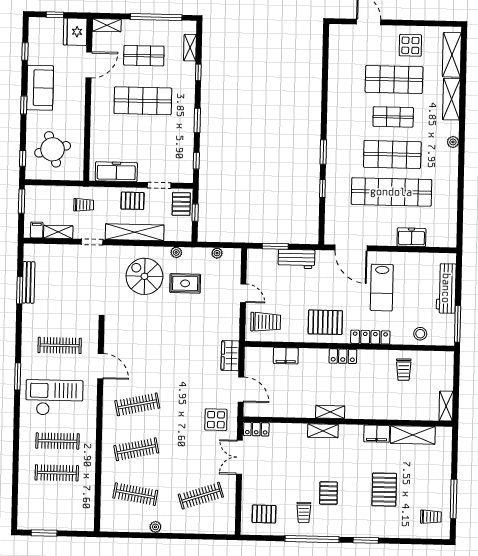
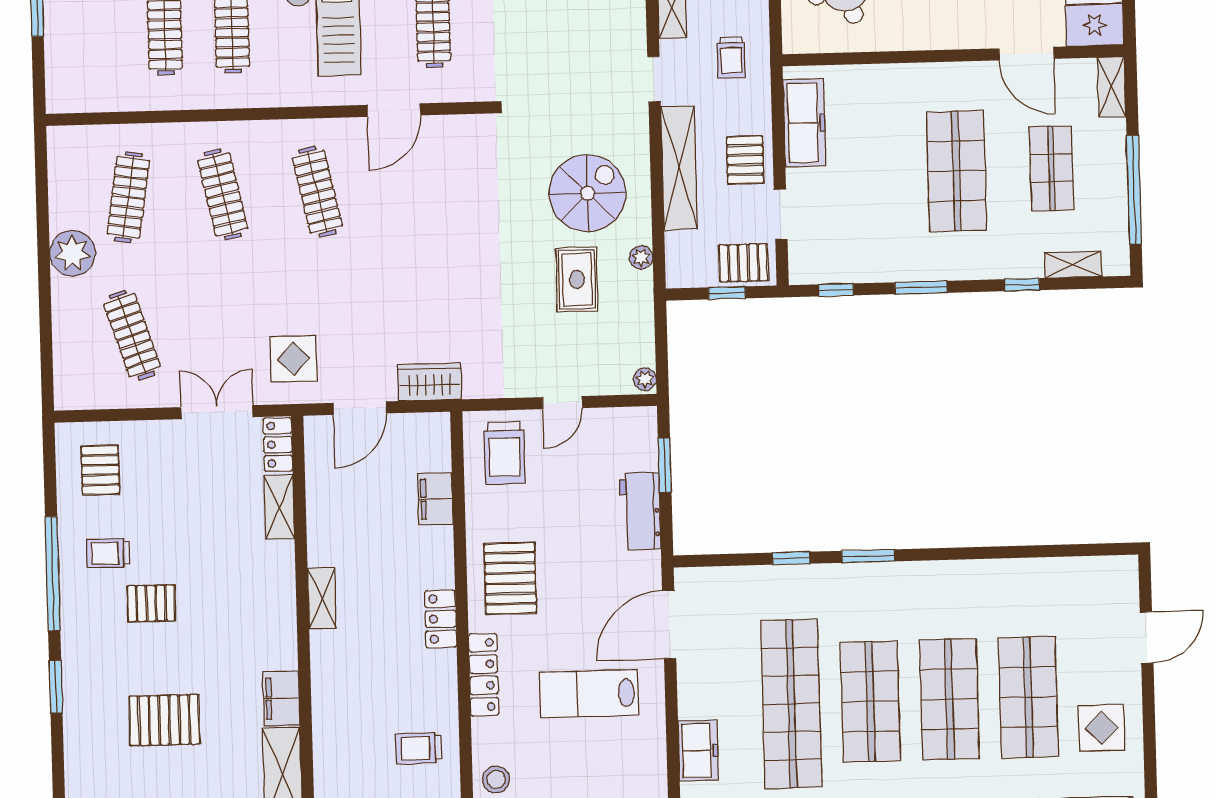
shop shelf: (393, 117) -> (949, 699), width x1.43, depth x1.36
plant: (217, 253) -> (645, 379), moved
shelving: (323, 431) -> (279, 507), moved
plant: (155, 527) -> (72, 253), width x1.87, depth x1.87

